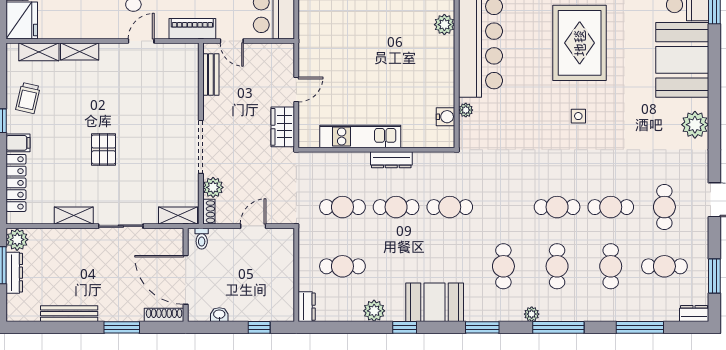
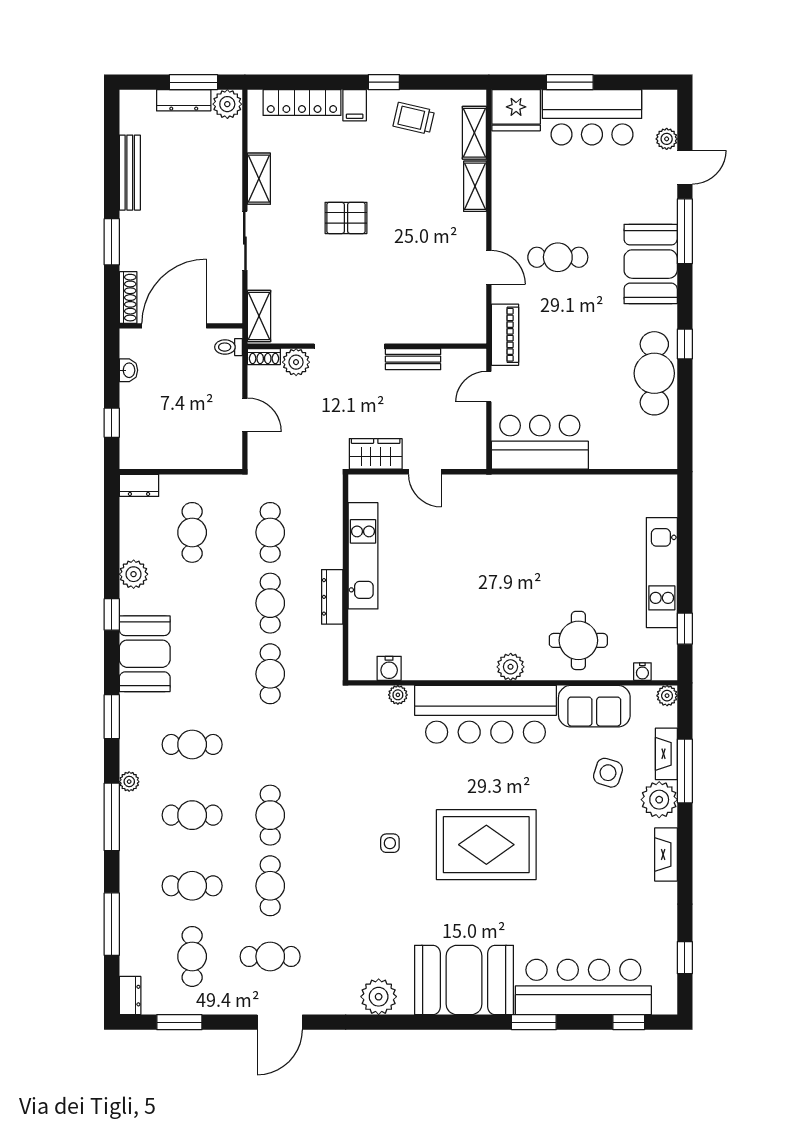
bench: (211, 75) -> (413, 359), moved

